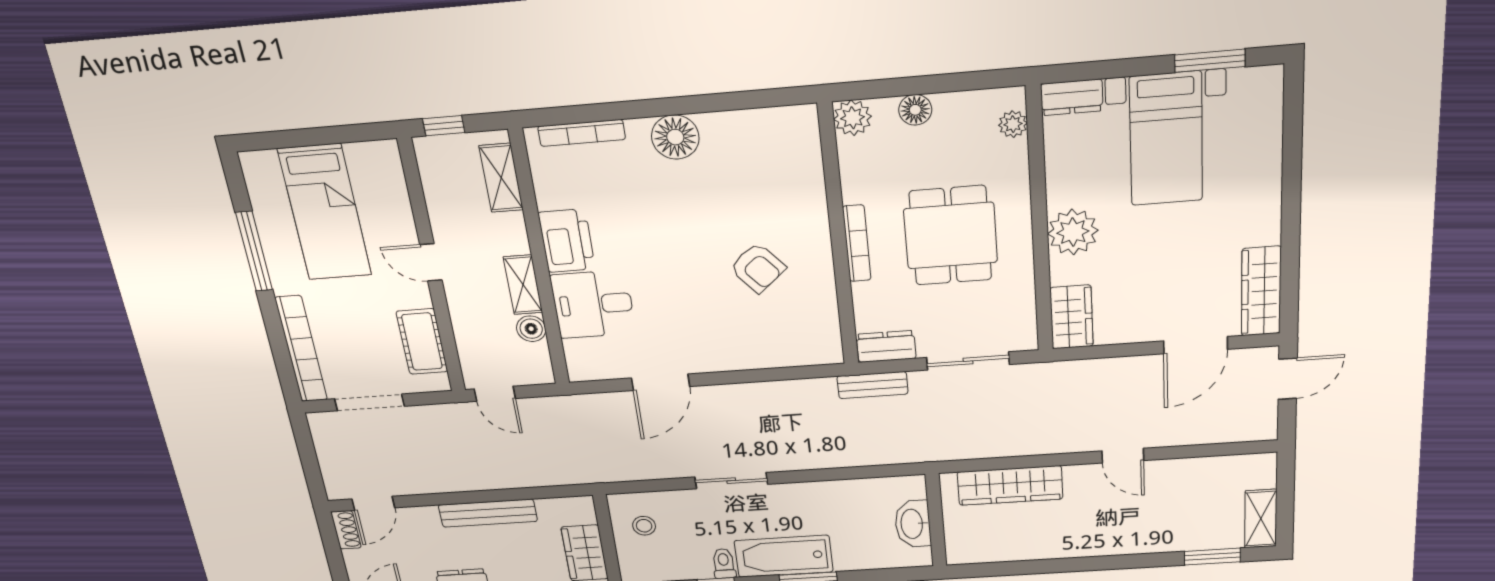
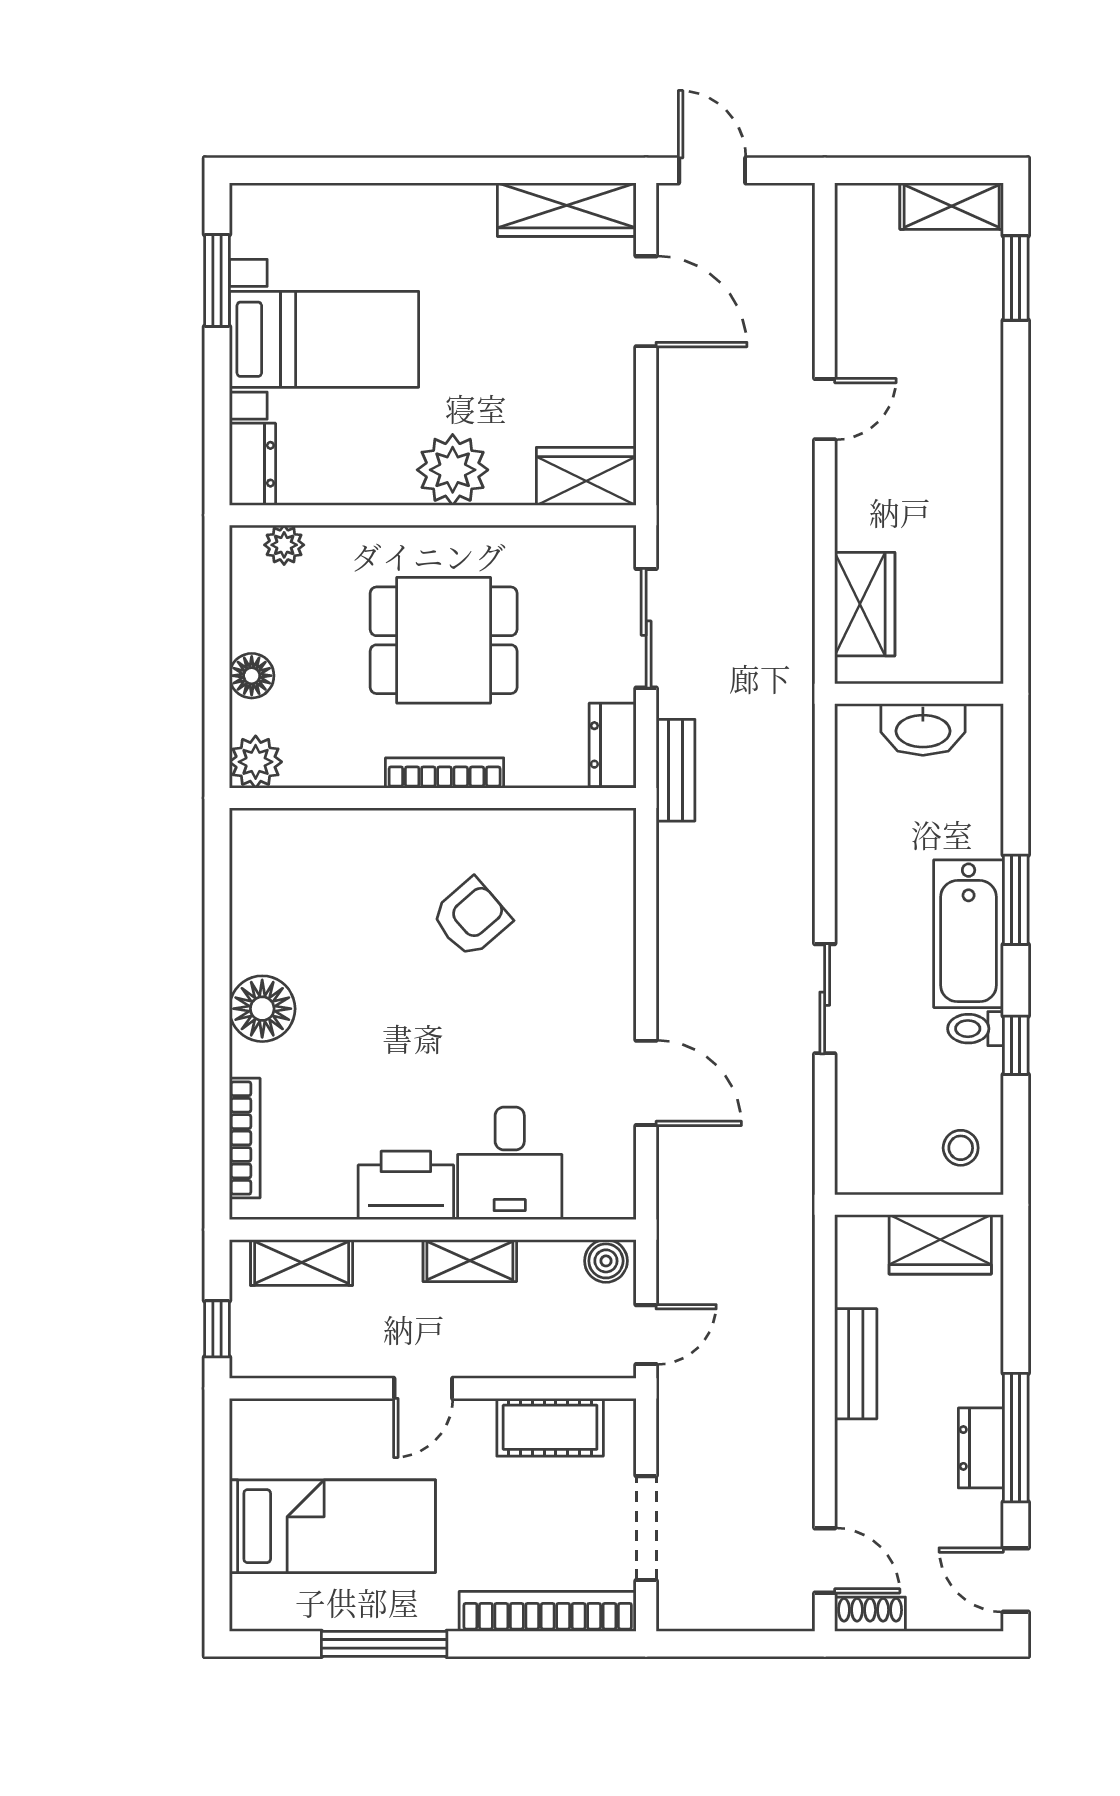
boiler: (531, 329) -> (606, 1261), moved
wardrobe: (1010, 485) -> (865, 604), width x0.67
bench: (488, 513) -> (856, 1364), width x0.73
stool: (644, 526) -> (961, 1148), moved

